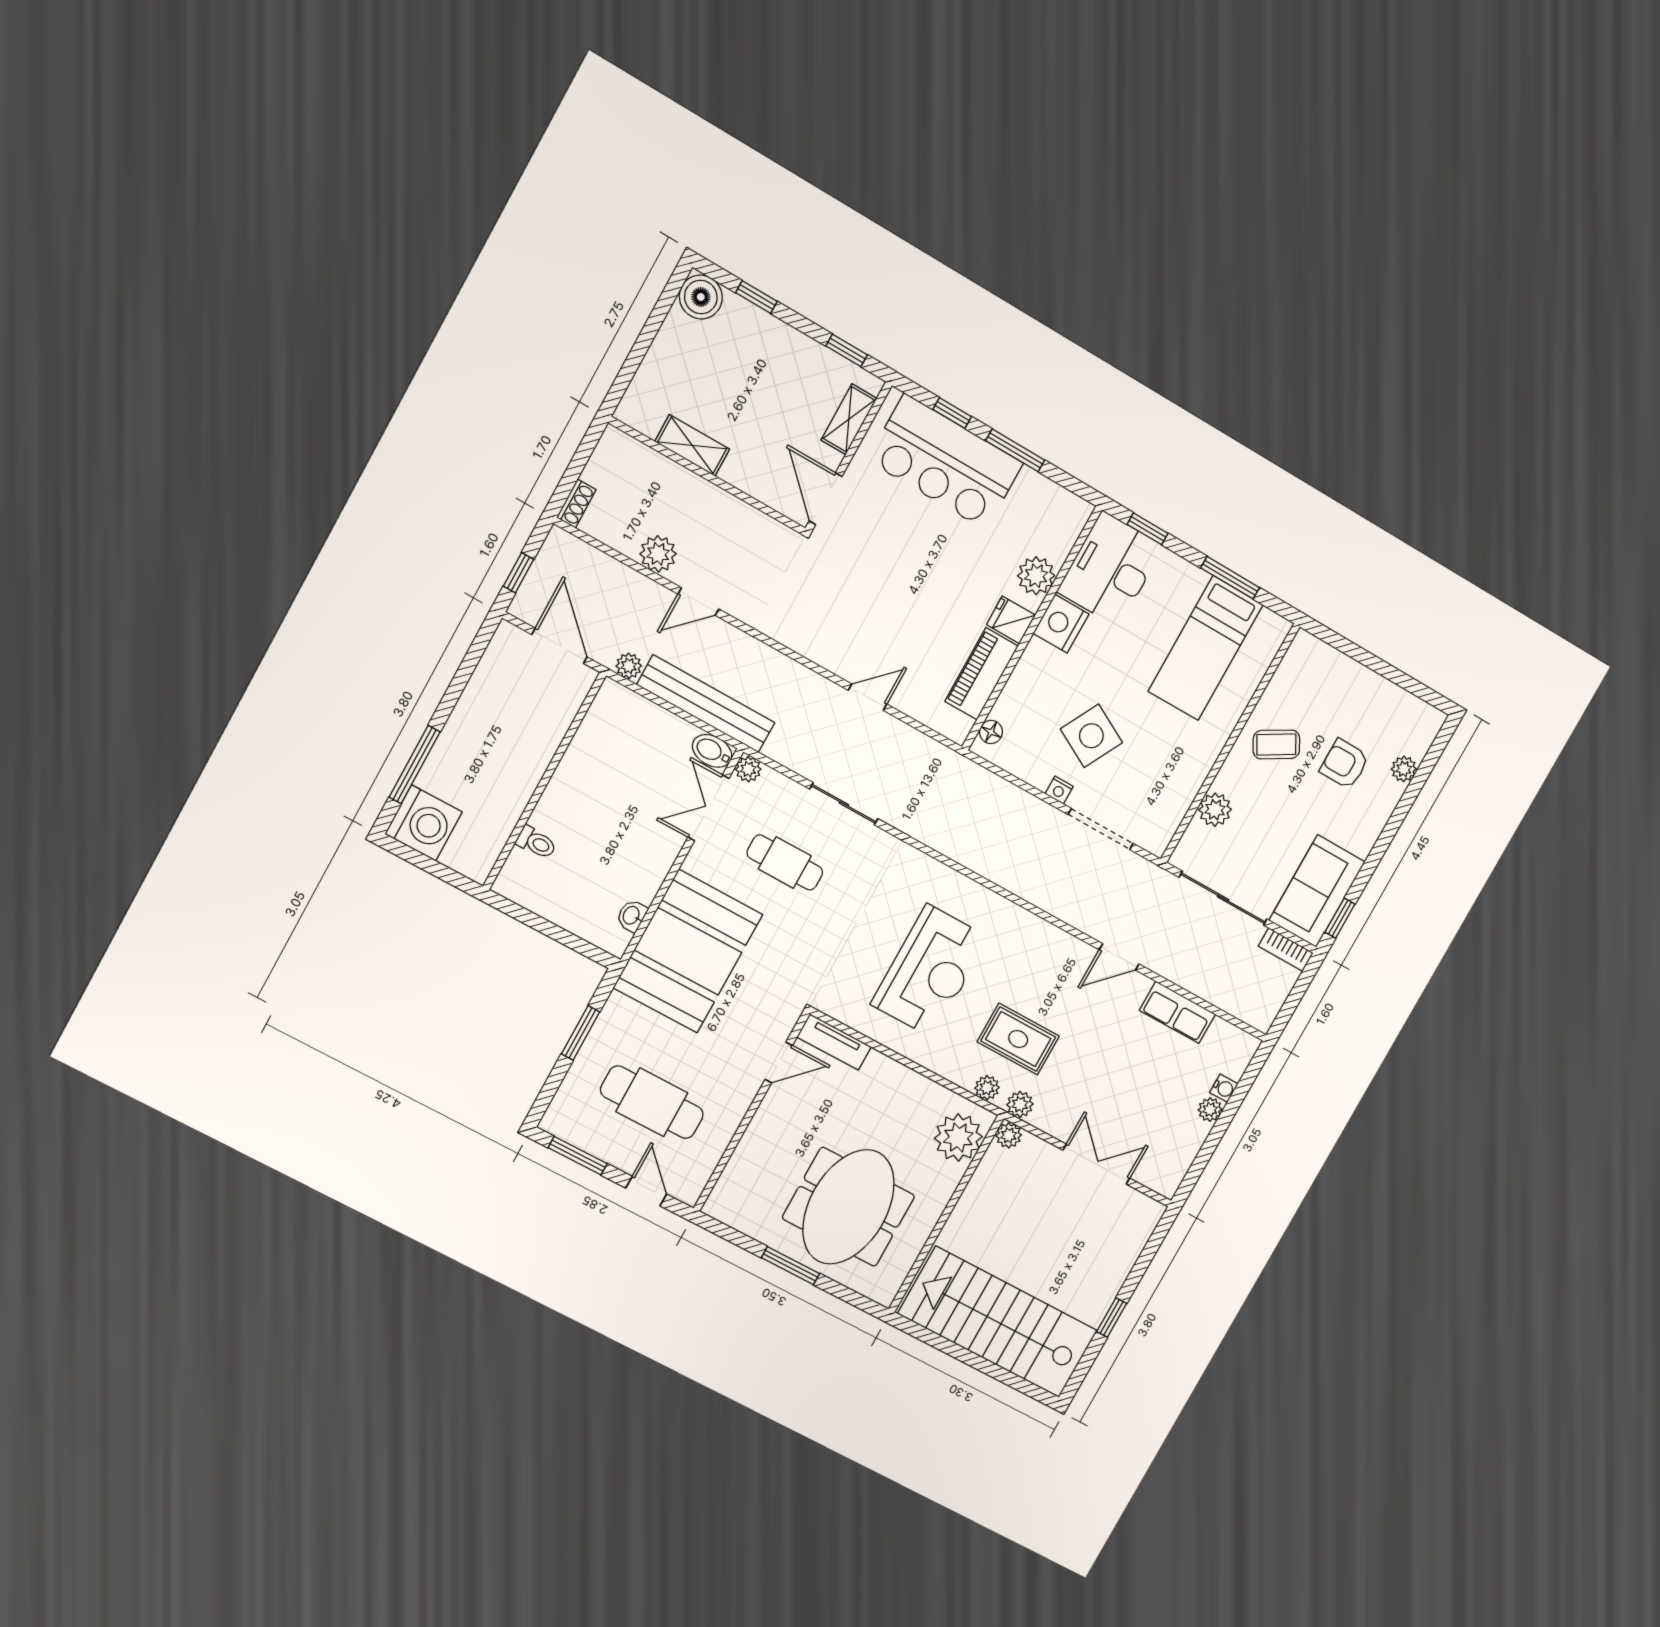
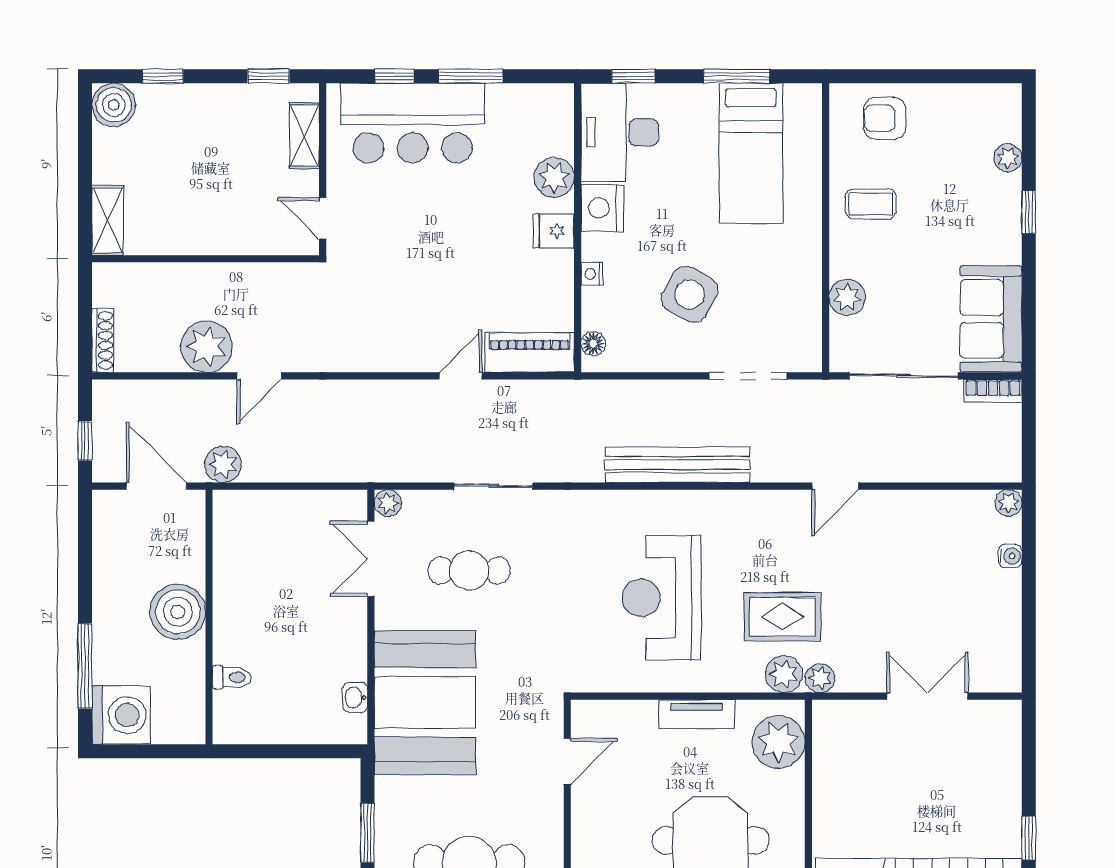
shelving: (692, 445) -> (108, 220), moved, turned 90
door: (826, 499) -> (323, 218), width x0.73
shoe rack: (576, 503) -> (103, 340), width x1.43
plant: (658, 554) -> (206, 347), width x1.36, depth x1.36
plant: (629, 666) -> (223, 464), width x1.38, depth x1.38
piano: (982, 674) -> (530, 352), moved, turned 90
bench: (706, 704) -> (677, 465), moved
coffee table: (1276, 744) -> (871, 204), turned 30
bidet: (712, 751) -> (346, 505), removed
boiler: (520, 762) -> (178, 612), added
armchair: (1344, 764) -> (885, 118), moved
nightstand: (1059, 790) -> (592, 274), moved, turned 90
window: (1340, 918) -> (1029, 212), moved
reception desk: (930, 971) -> (662, 598), turned 180
row of seats: (1177, 1012) -> (922, 508), removed
tv unit: (834, 1042) -> (697, 714), moved
plant: (987, 1088) -> (784, 674), width x1.38, depth x1.38
plant: (1210, 1110) -> (1009, 503), moved
plant: (1009, 1135) -> (826, 714), removed

